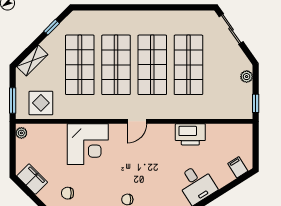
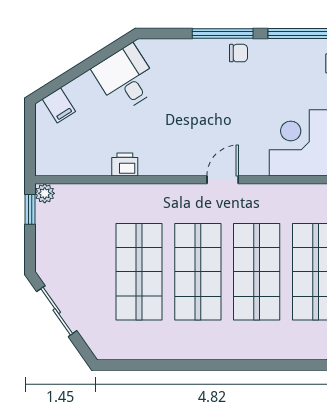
sliding door: (231, 29) -> (57, 311), moved
plant: (247, 77) -> (45, 193), moved
printer: (190, 134) -> (125, 165), width x0.53, depth x0.68

